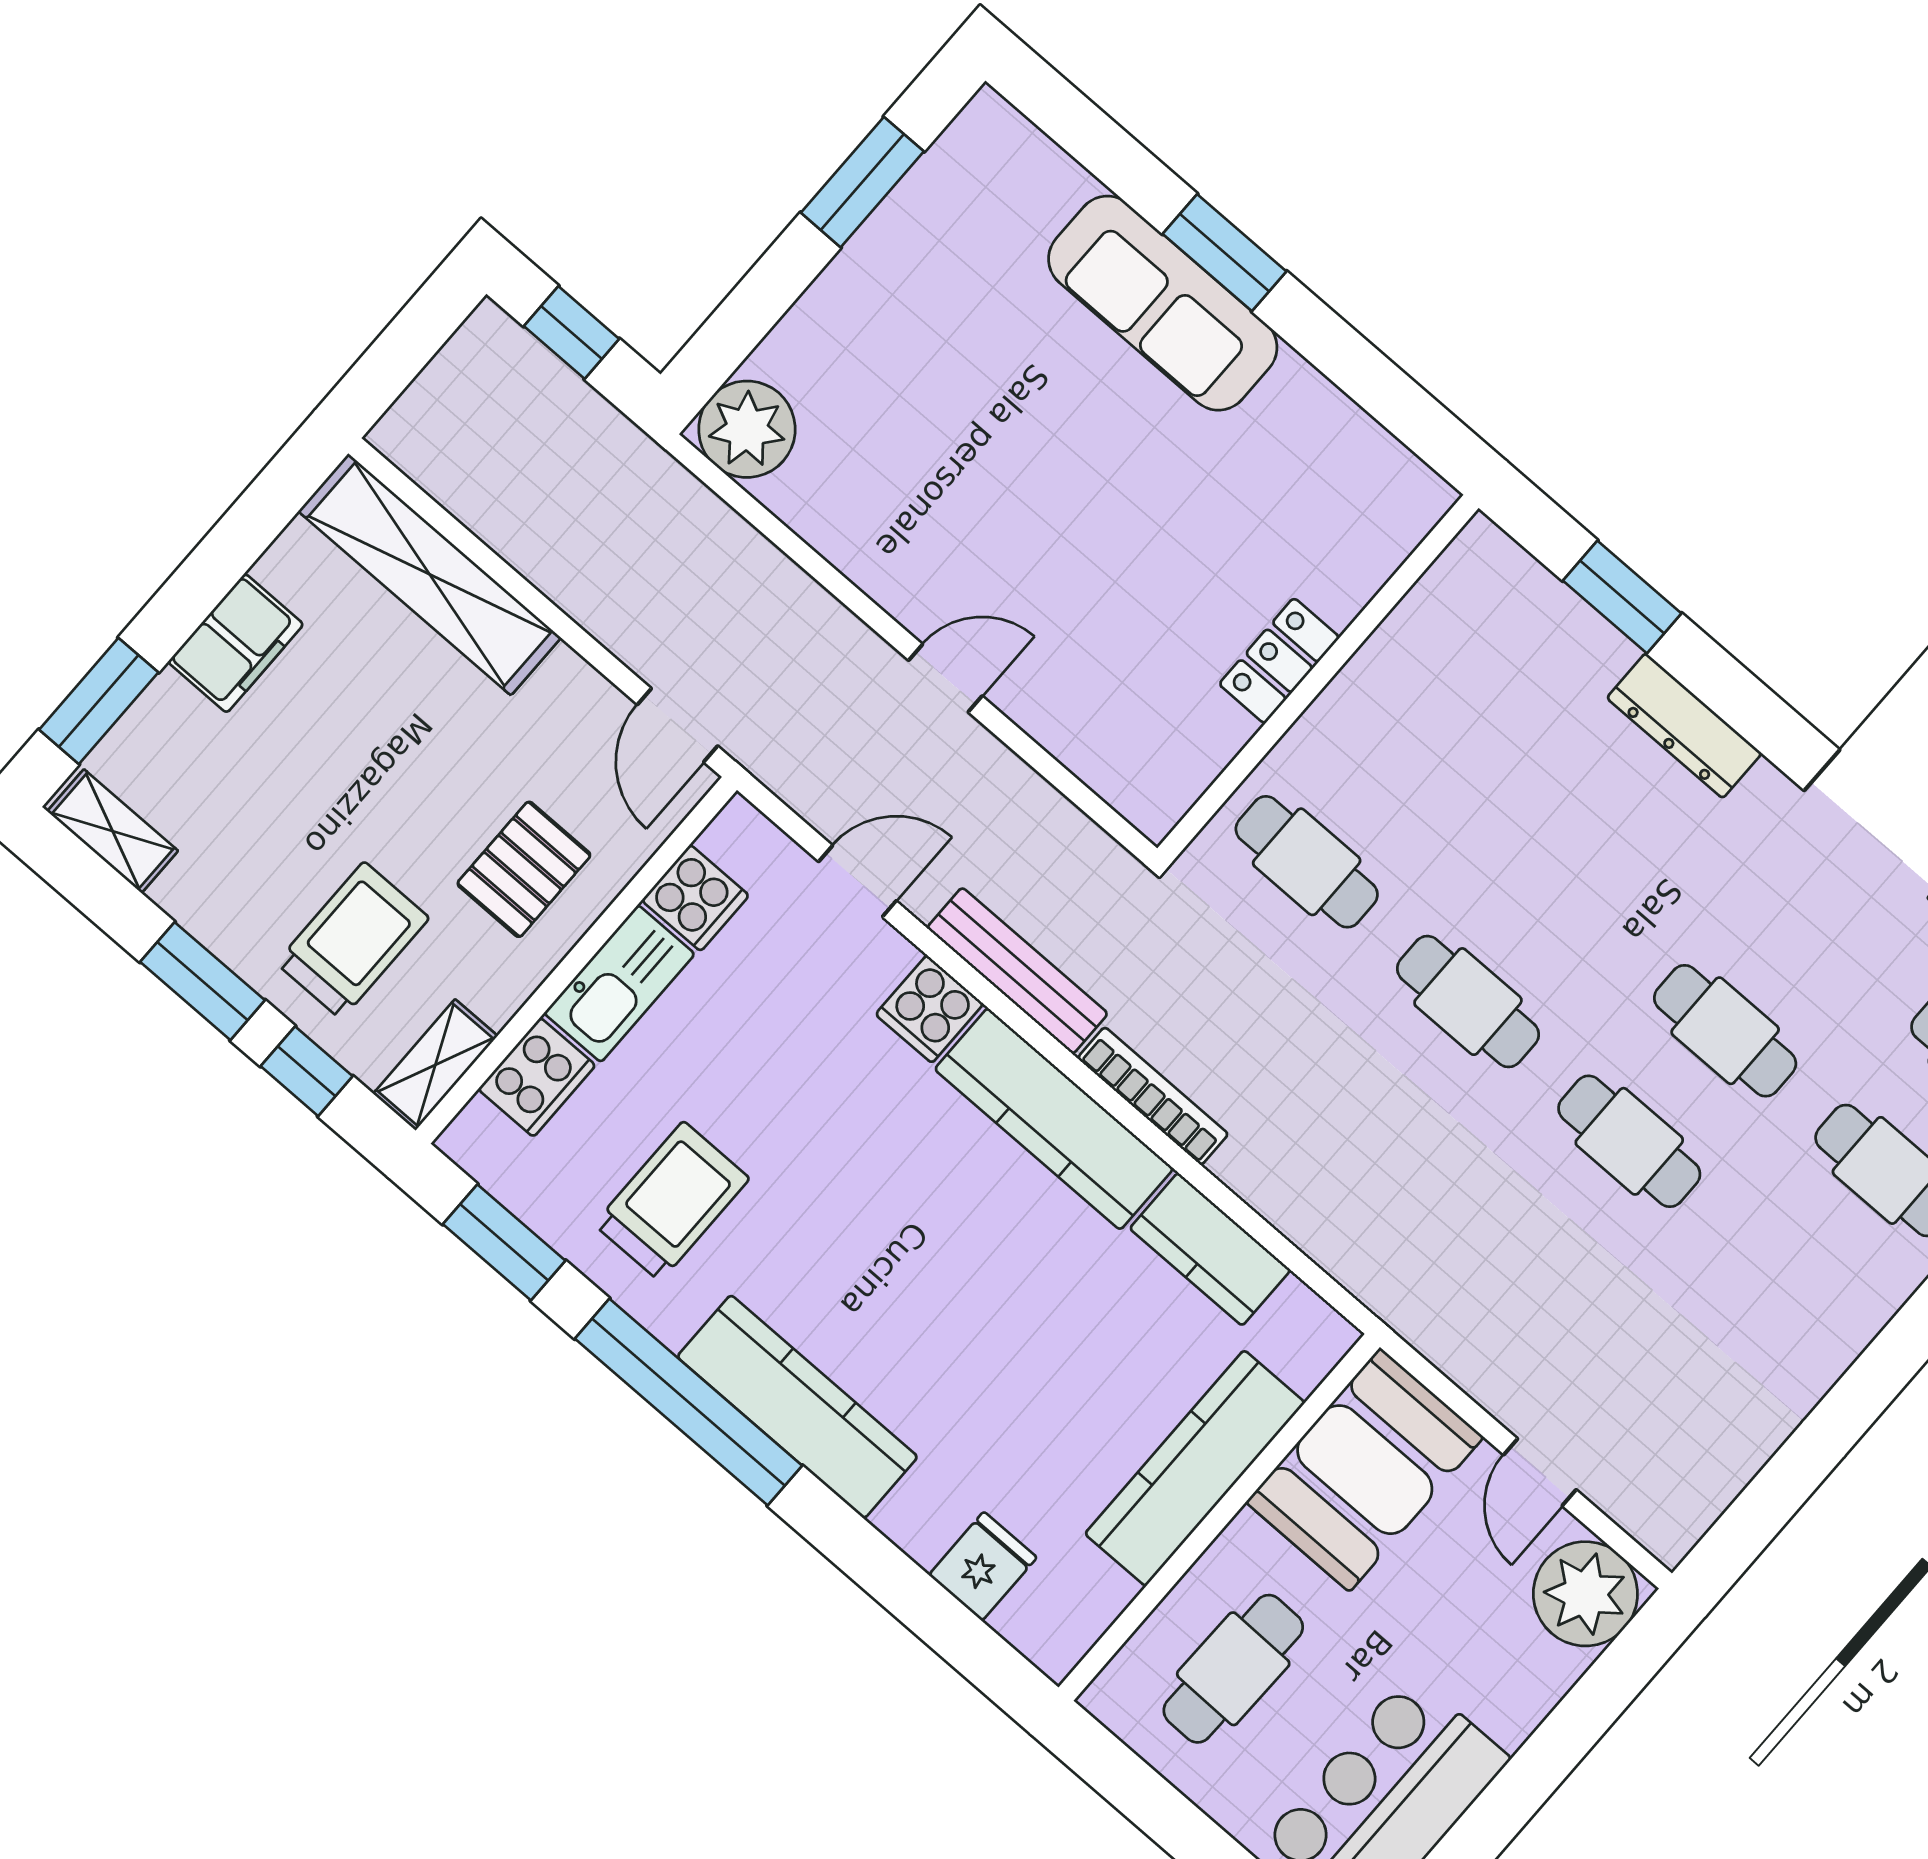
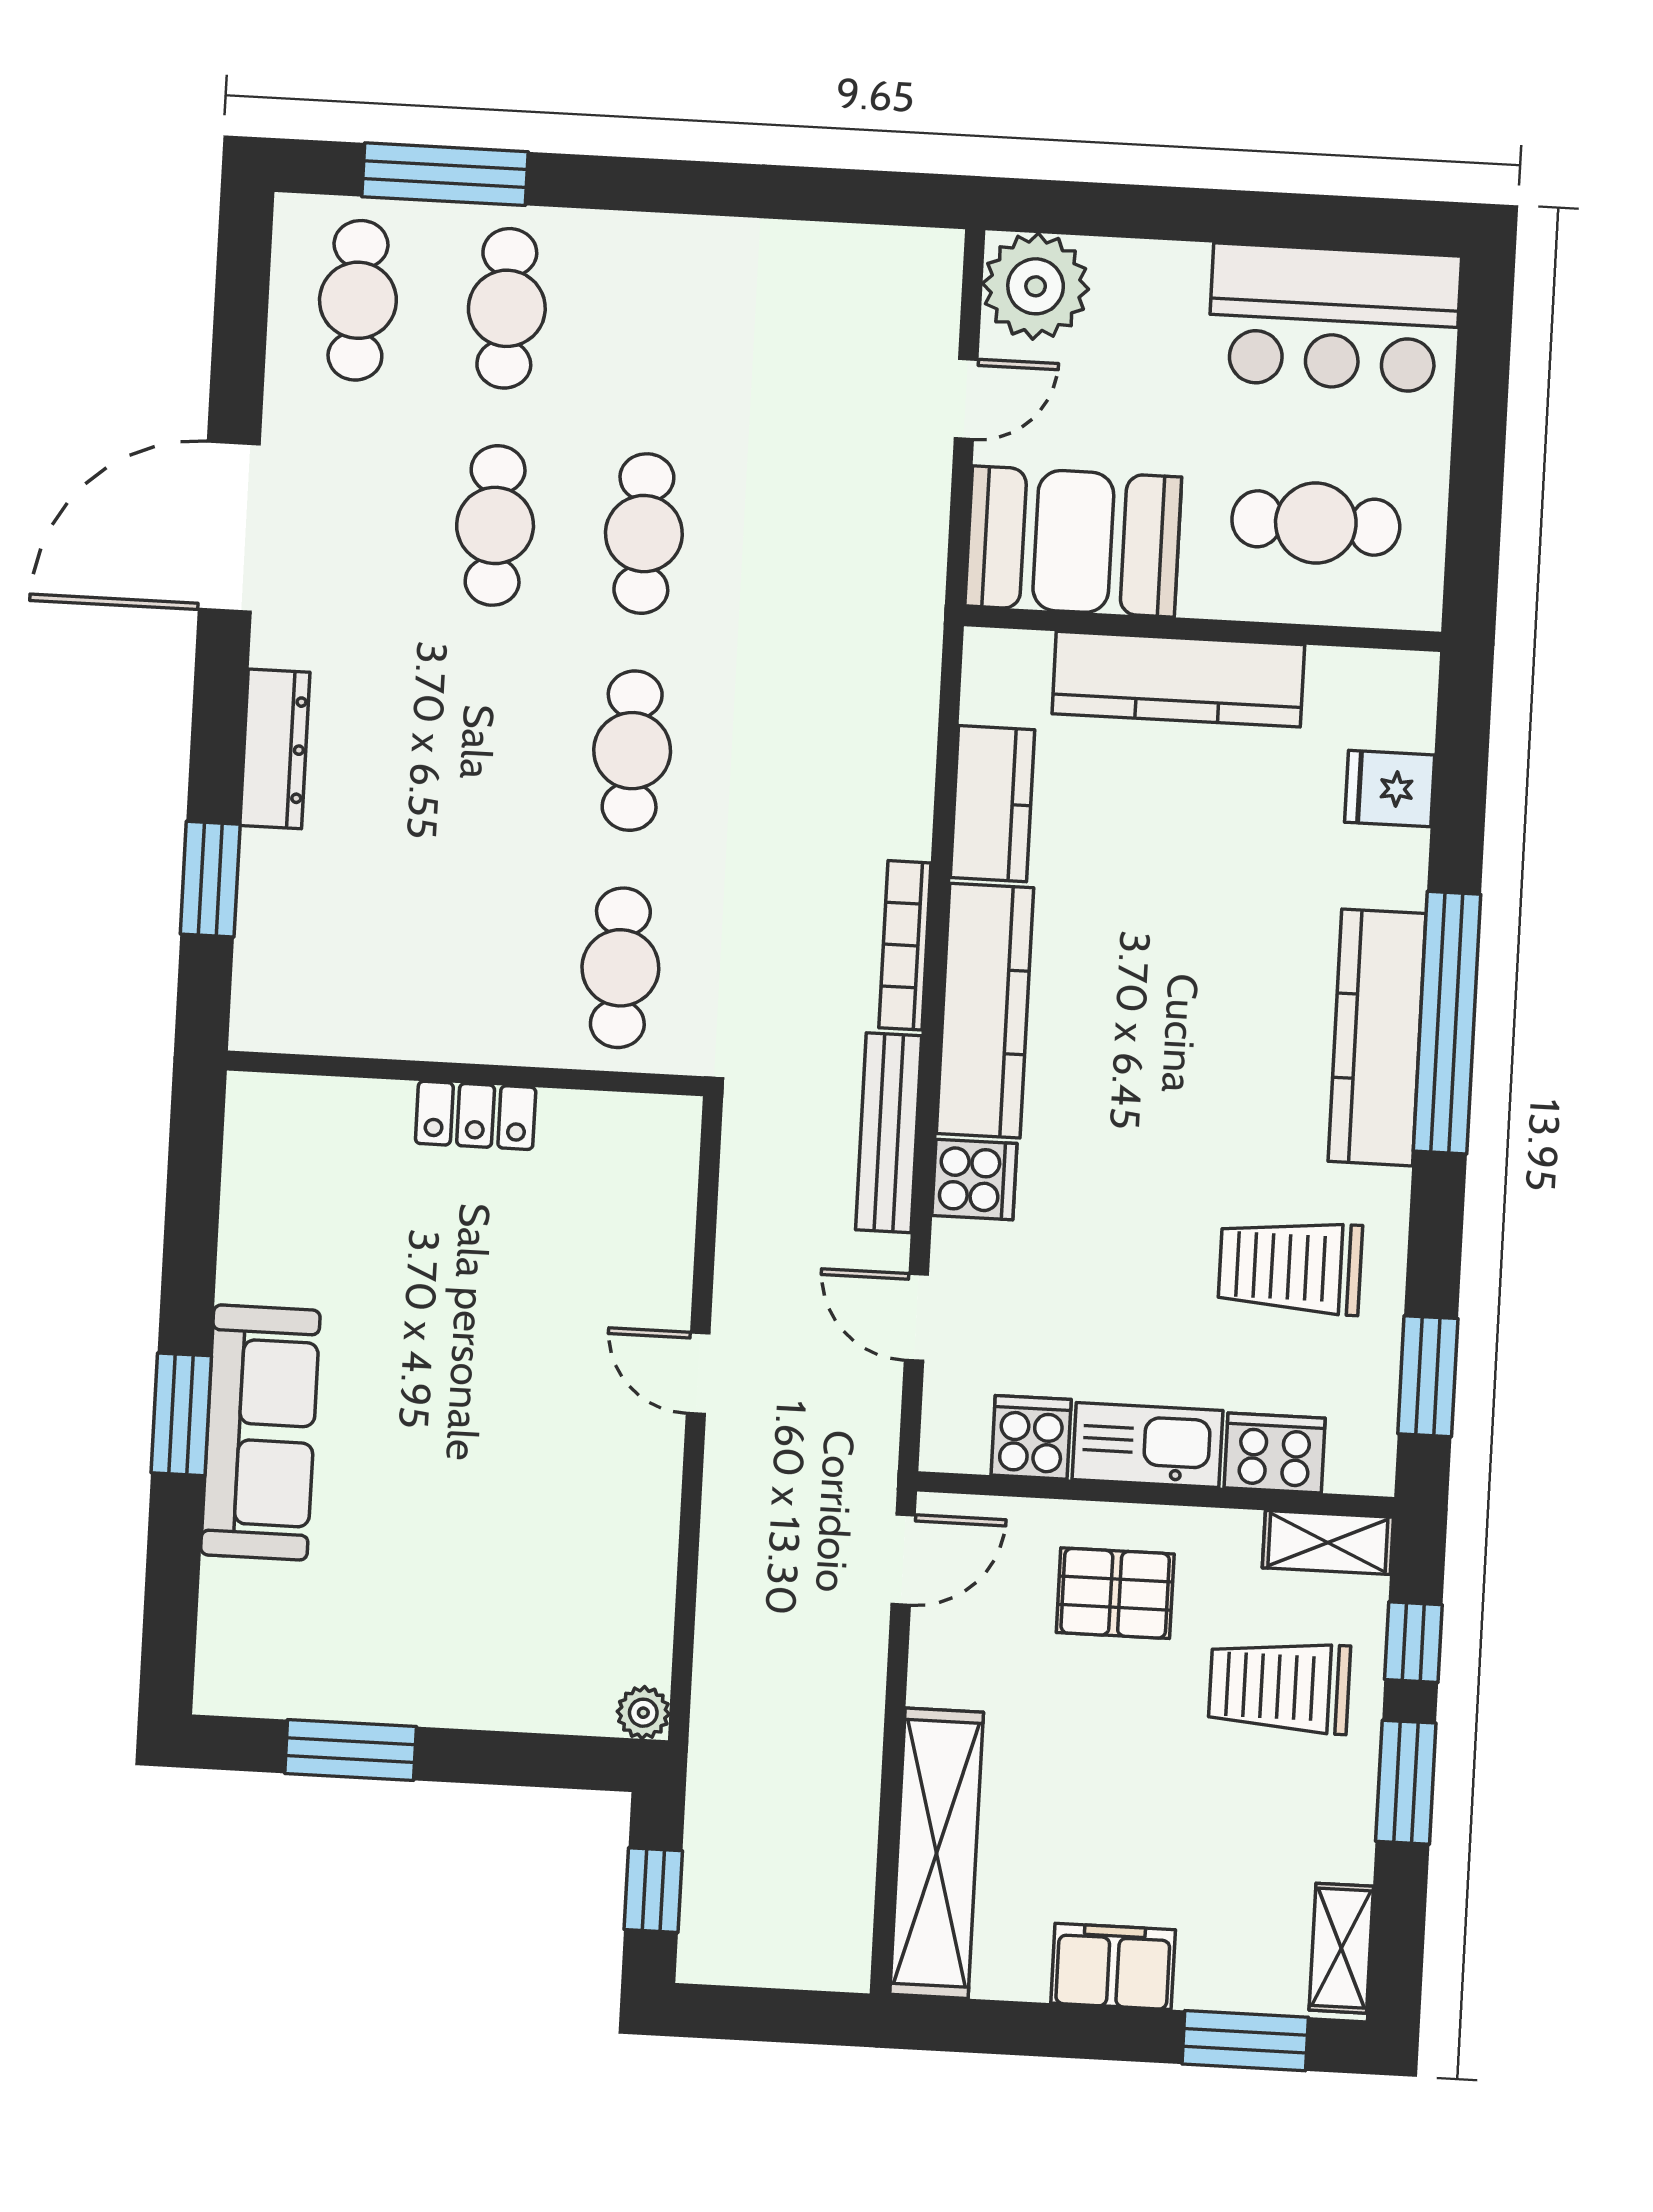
plant: (747, 429) -> (643, 1713), width x0.53, depth x0.53
window: (689, 1402) -> (1447, 1023), moved

